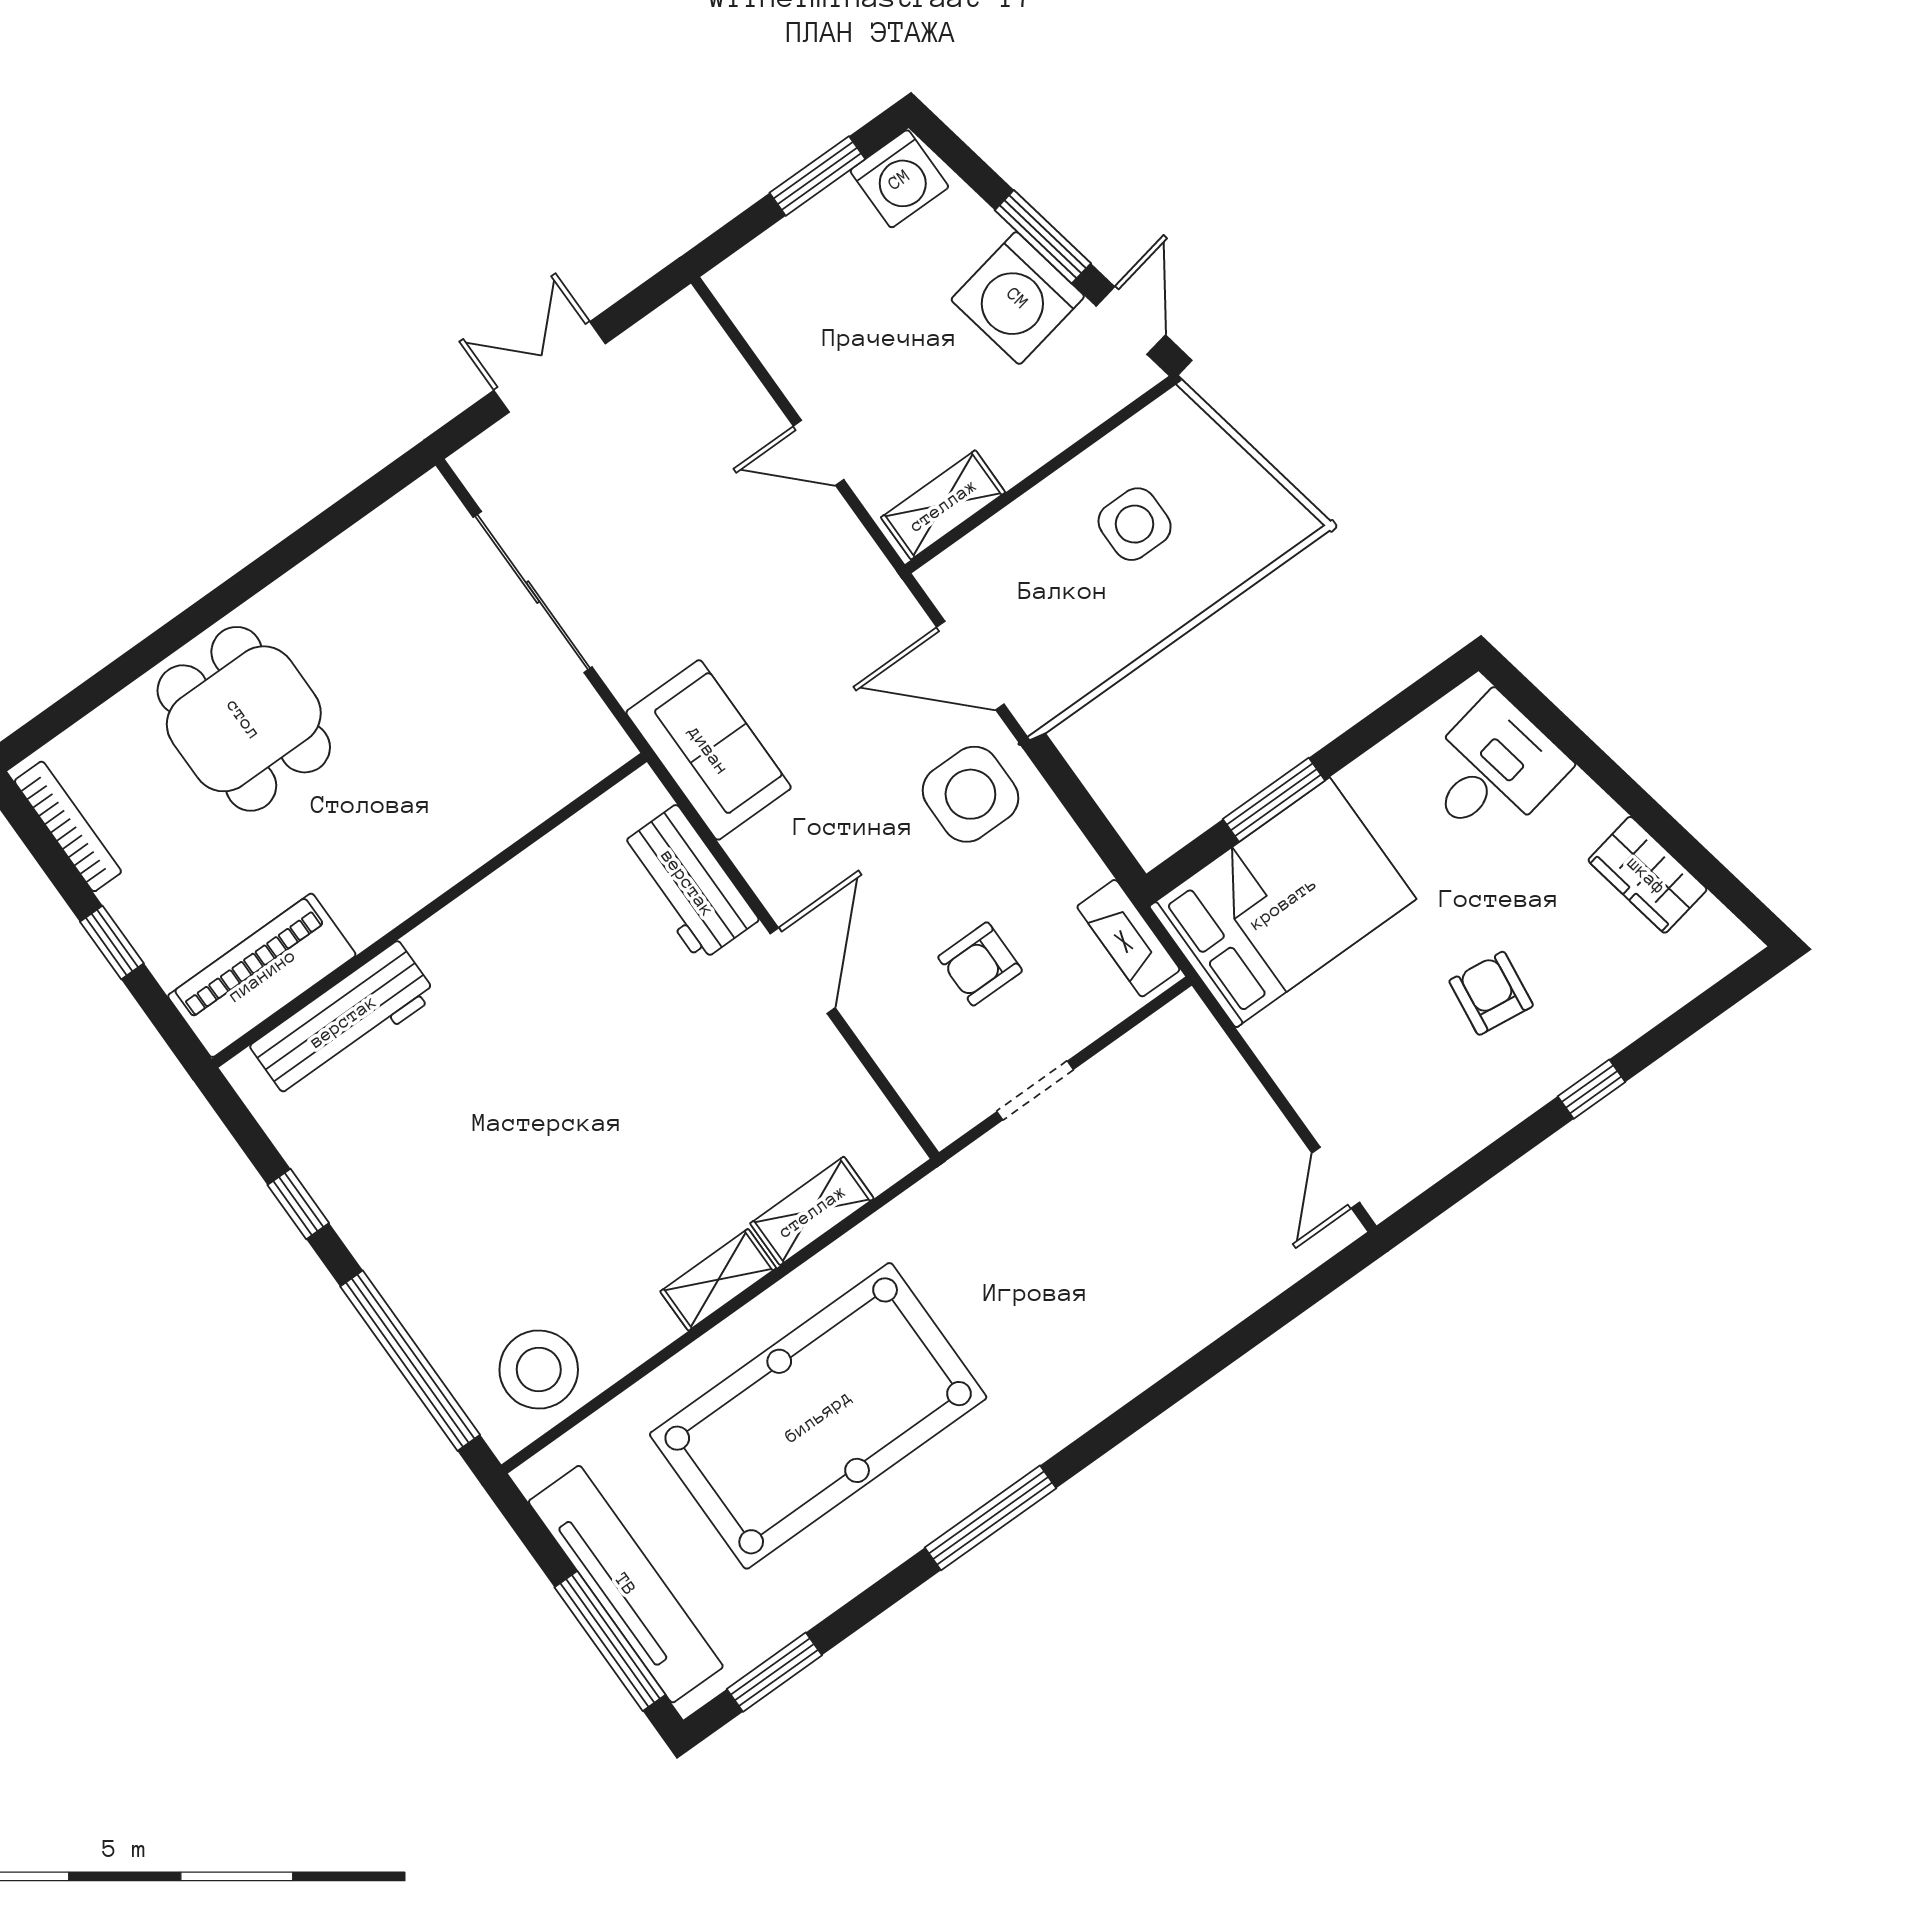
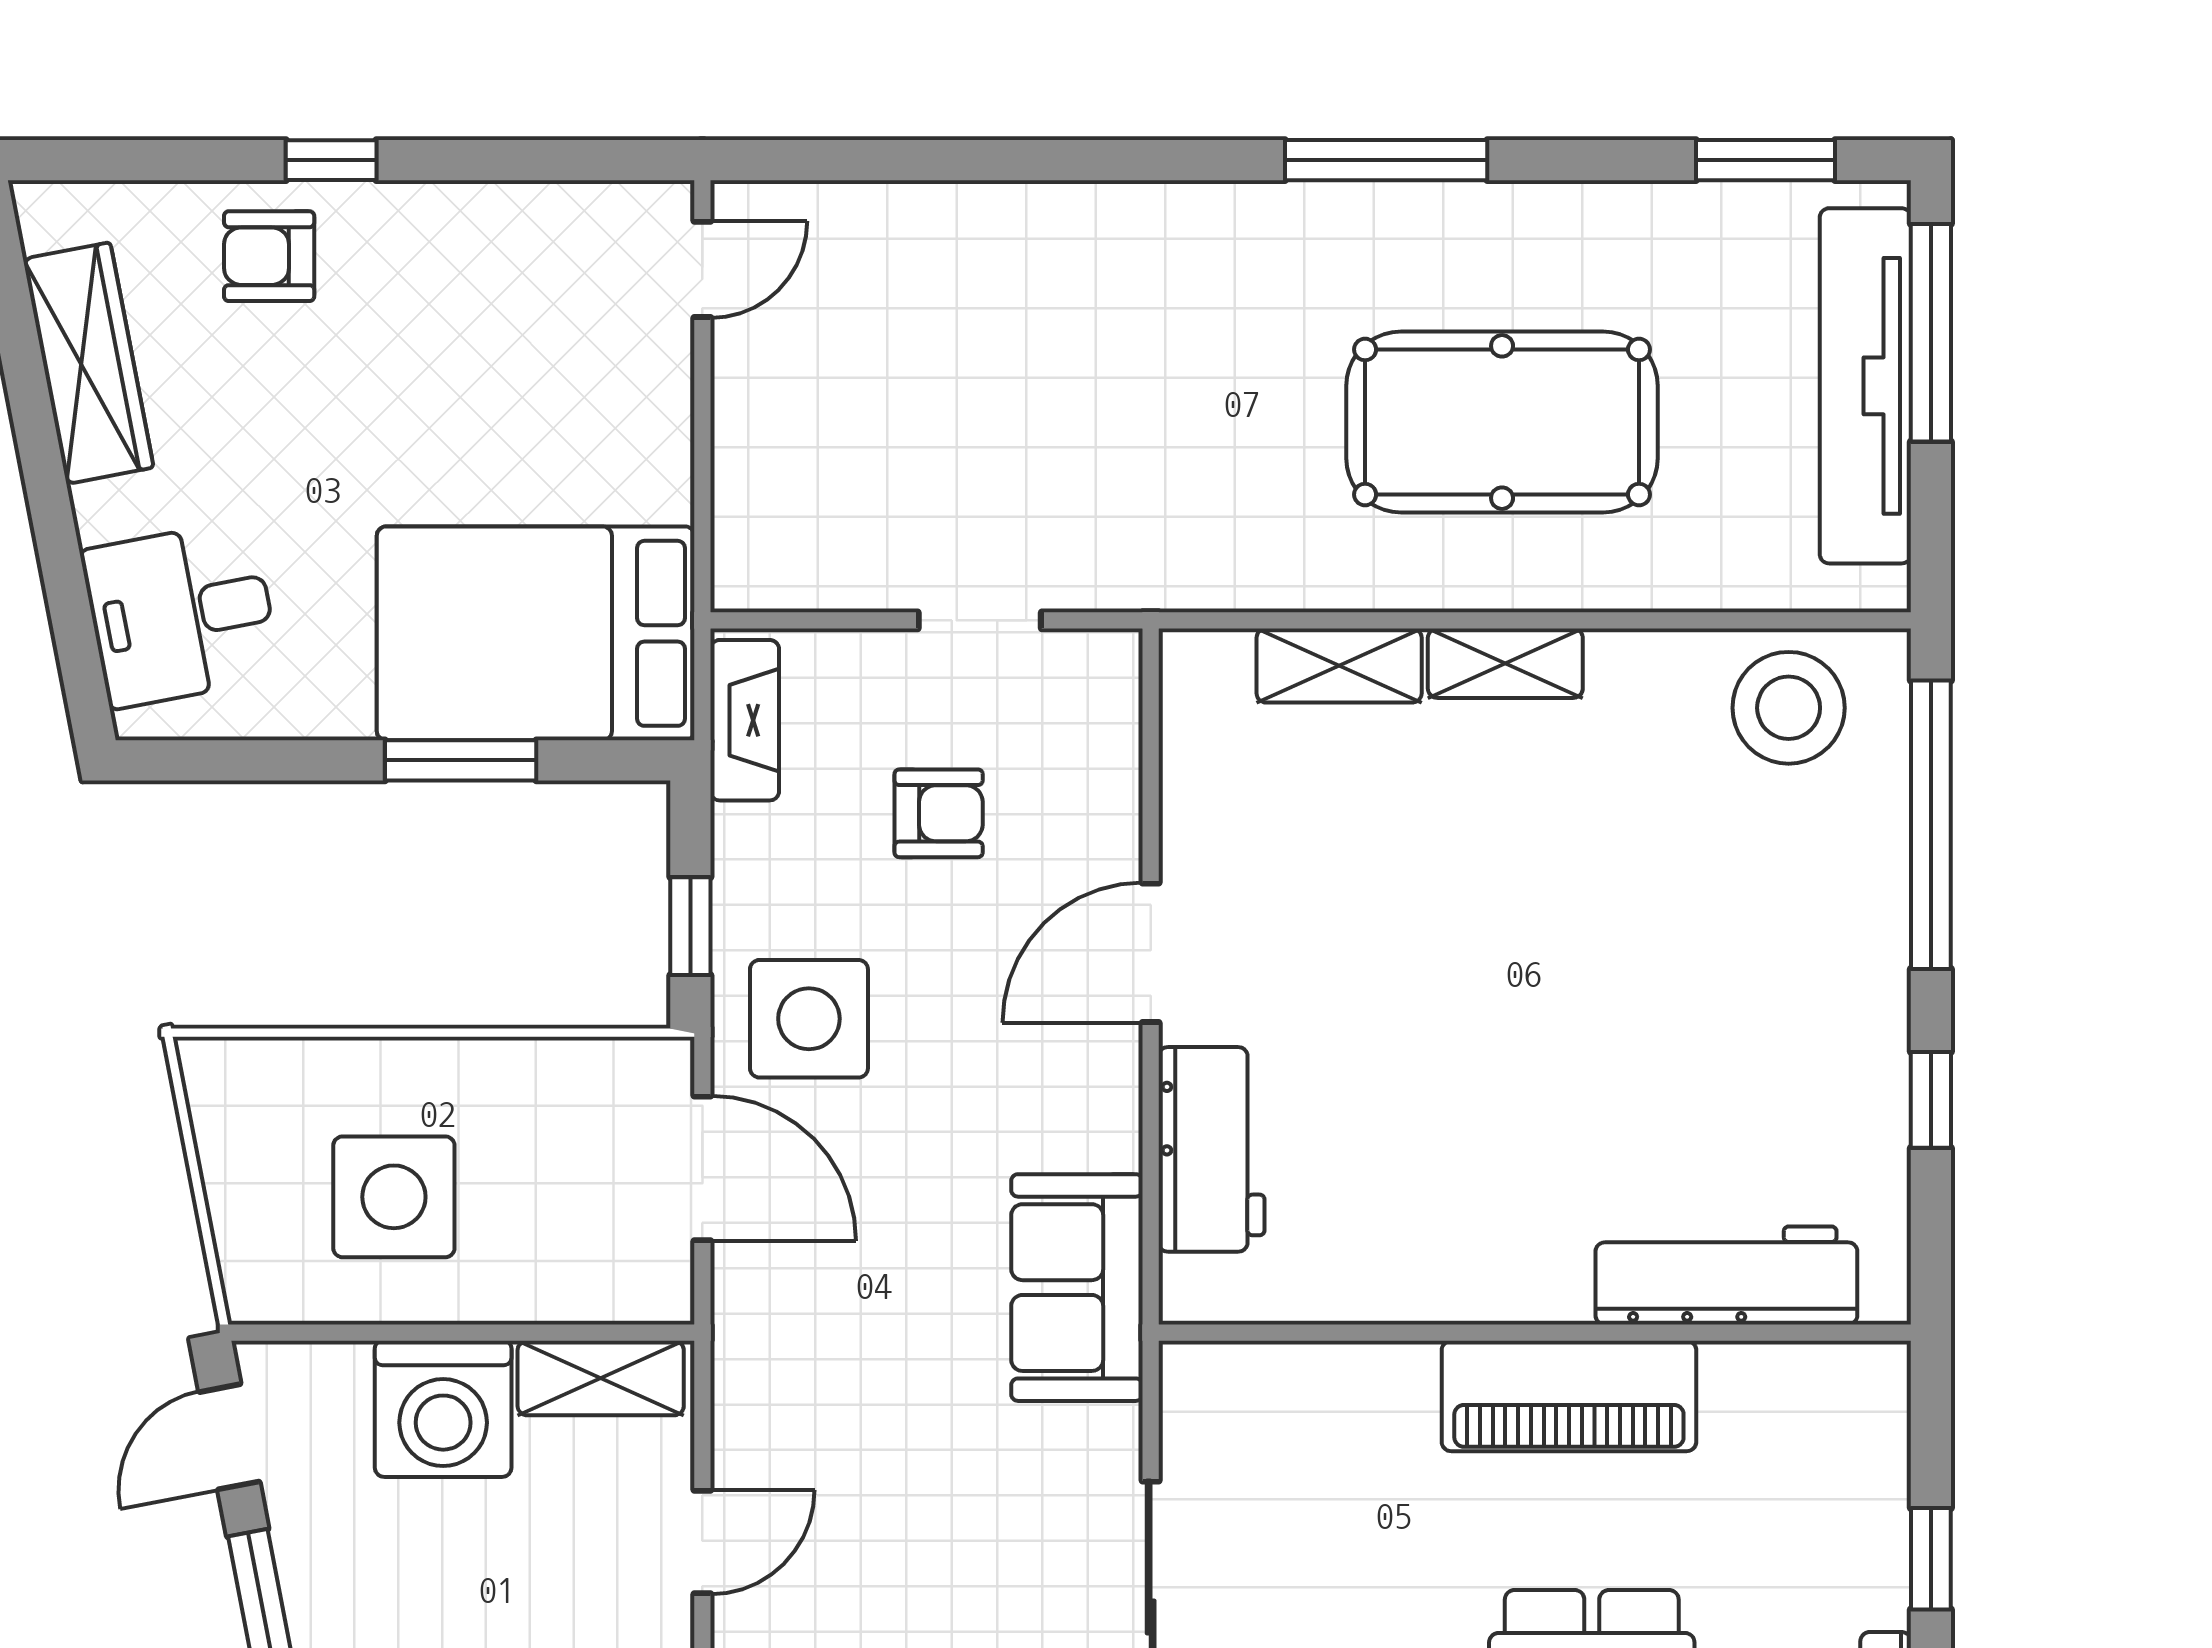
washing machine: (1018, 298) -> (443, 1409), moved, turned 101
door: (819, 453) -> (702, 1542), hinge flipped
side table: (1135, 524) -> (394, 1197), width x1.37, depth x1.37
window: (1076, 799) -> (690, 926), added
wardrobe: (1647, 875) -> (88, 363), width x1.50
piano: (262, 975) -> (1569, 1396), moved
armchair: (1491, 993) -> (269, 256), moved, turned 83
pool table: (818, 1416) -> (1502, 422), width x0.73, depth x0.76

